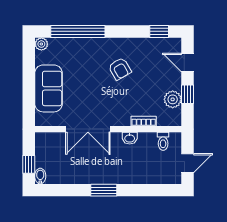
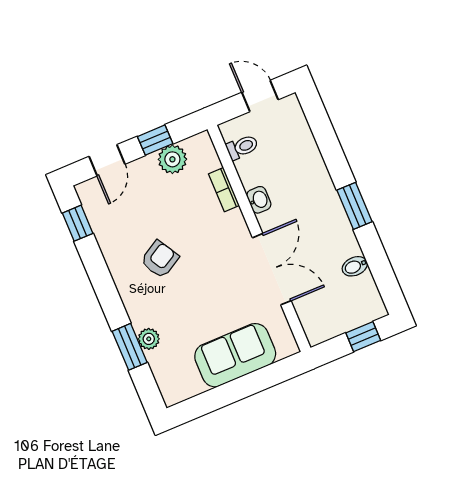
window: (78, 31) -> (130, 347), width x0.47
plant: (41, 44) -> (149, 339), moved
bidet: (40, 176) -> (355, 266), moved

